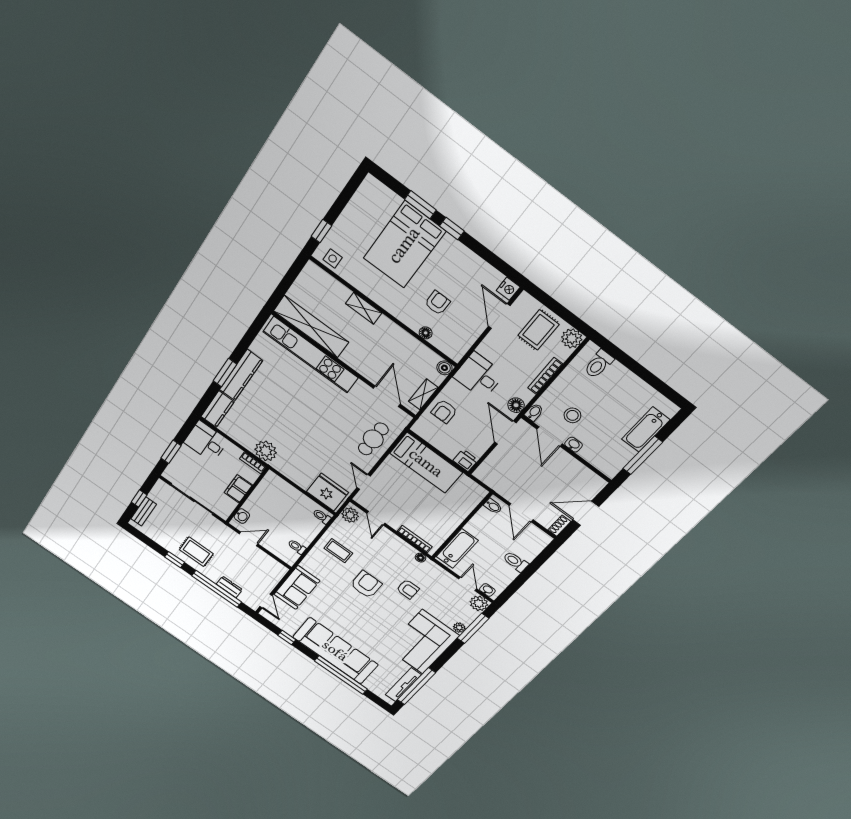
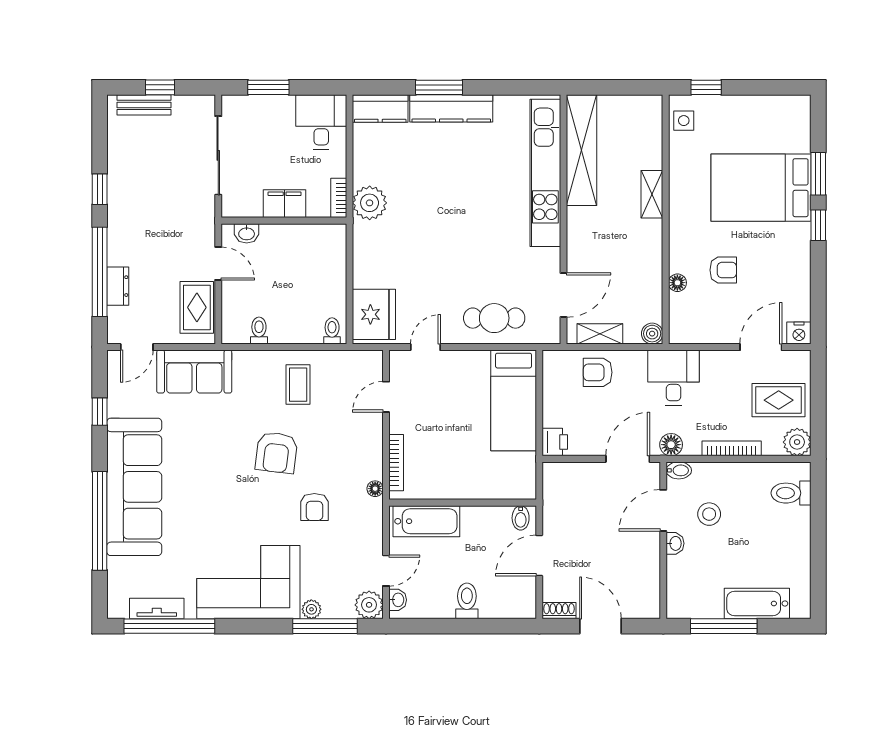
plant: (350, 515) -> (364, 363), removed
rug: (196, 552) -> (197, 307), moved
armchair: (366, 584) -> (276, 453), turned 97
tv unit: (403, 685) -> (157, 609), width x0.71

